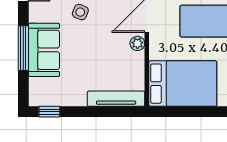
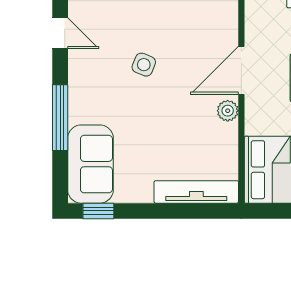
sofa: (44, 50) -> (91, 164), moved

